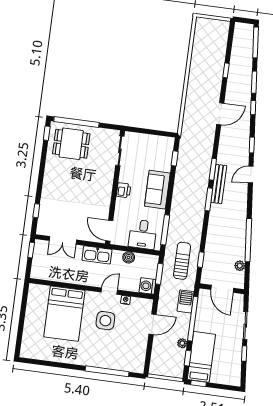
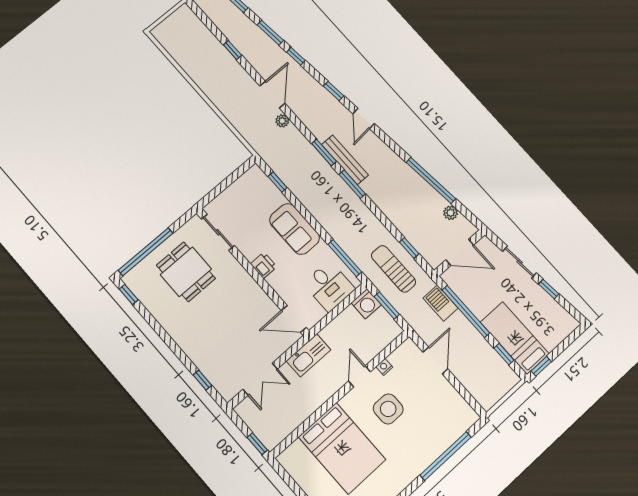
dining table: (71, 144) -> (186, 272), moved, turned 90
window: (31, 250) -> (257, 444), moved
boiler: (129, 257) -> (341, 323), removed
washing machine: (147, 286) -> (366, 304), moved, turned -90
plant: (182, 343) -> (282, 121), moved

